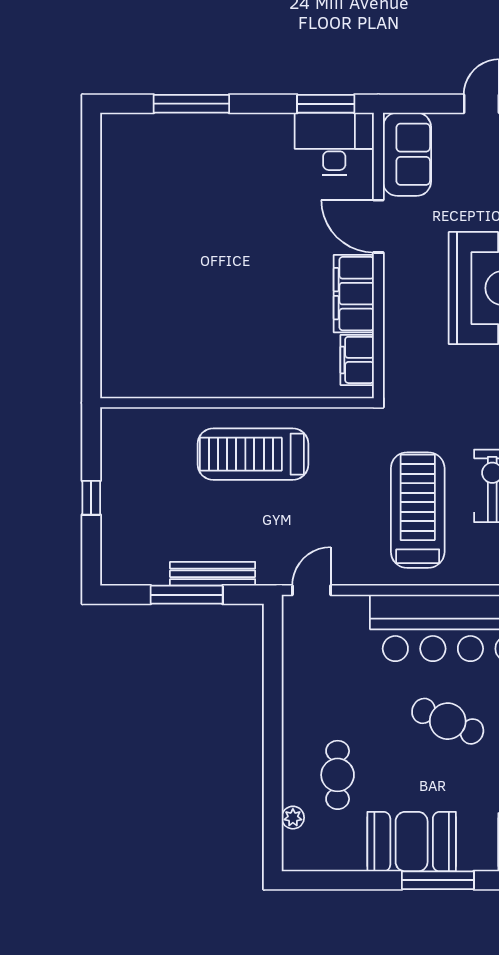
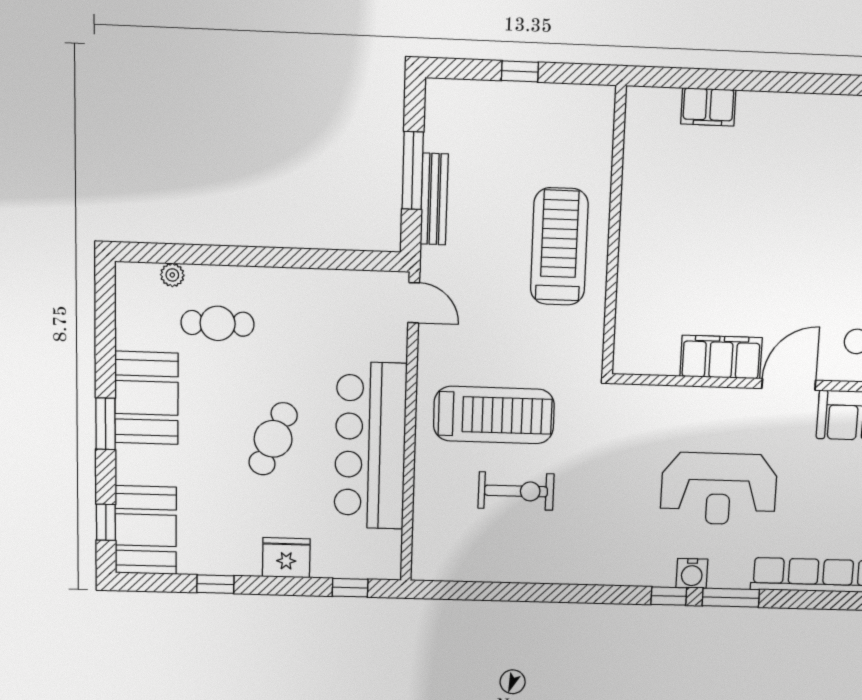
filing cabinet: (357, 360) -> (708, 107), moved, turned 180
window: (438, 880) -> (106, 424), width x0.69

